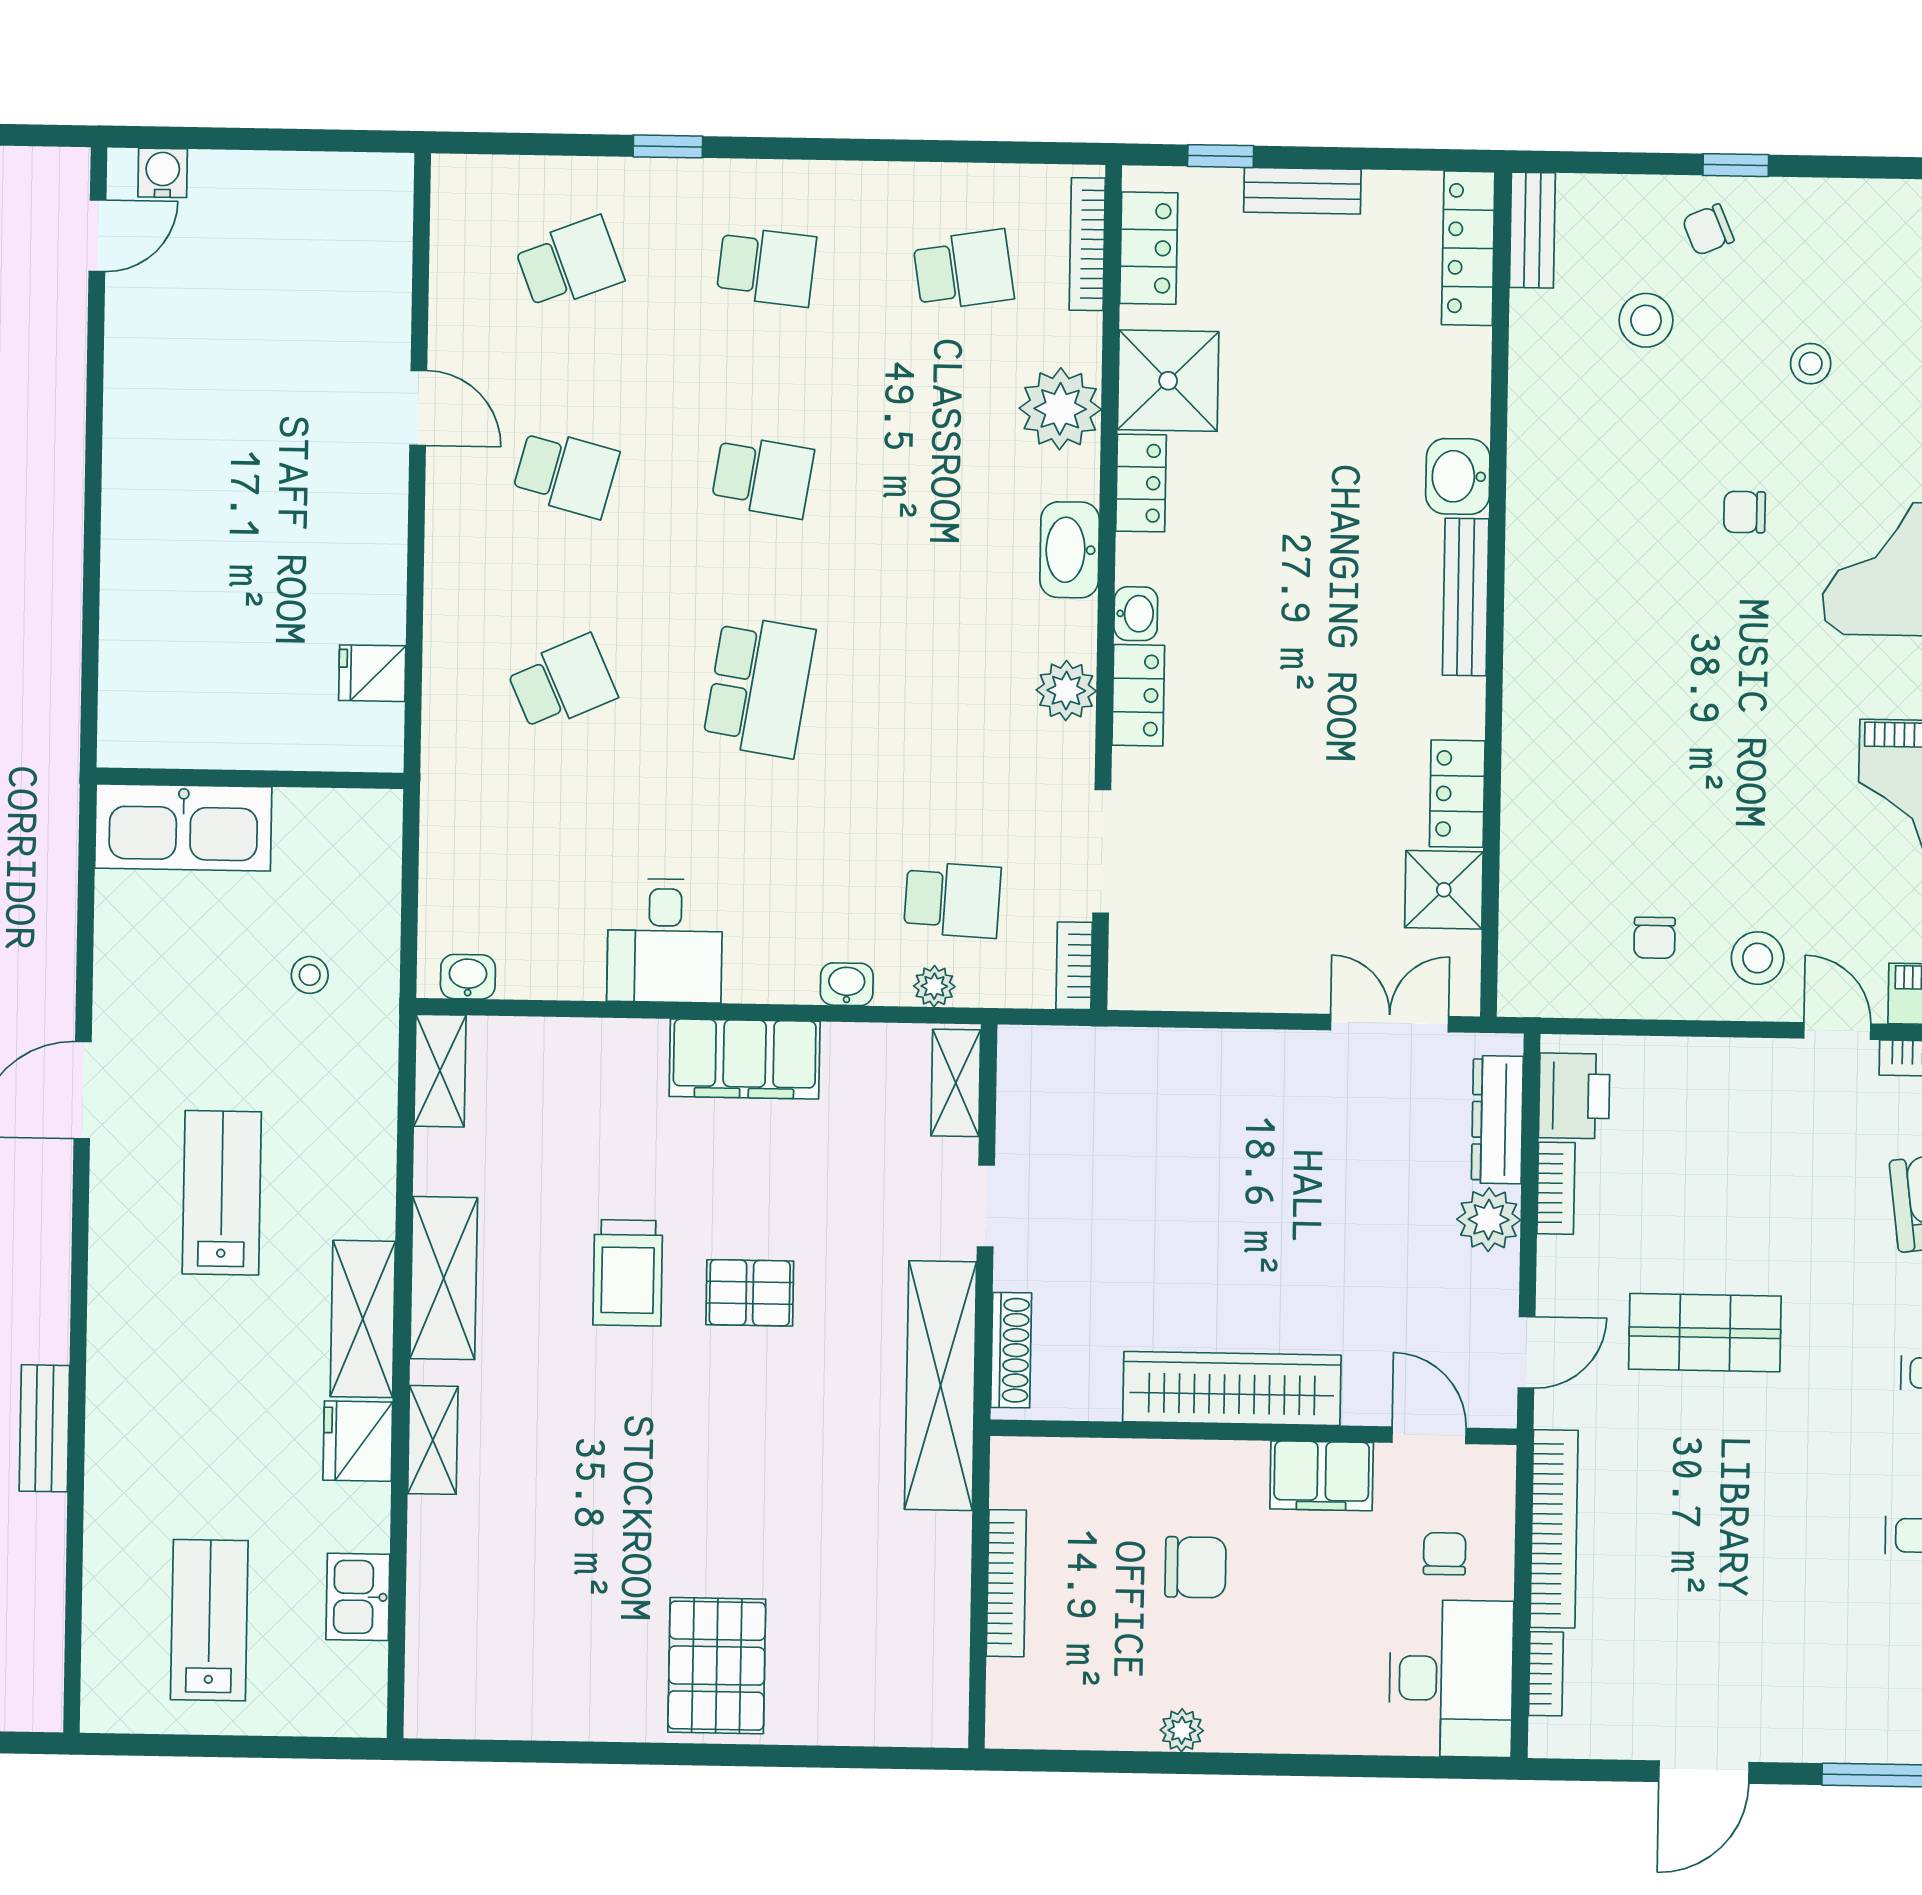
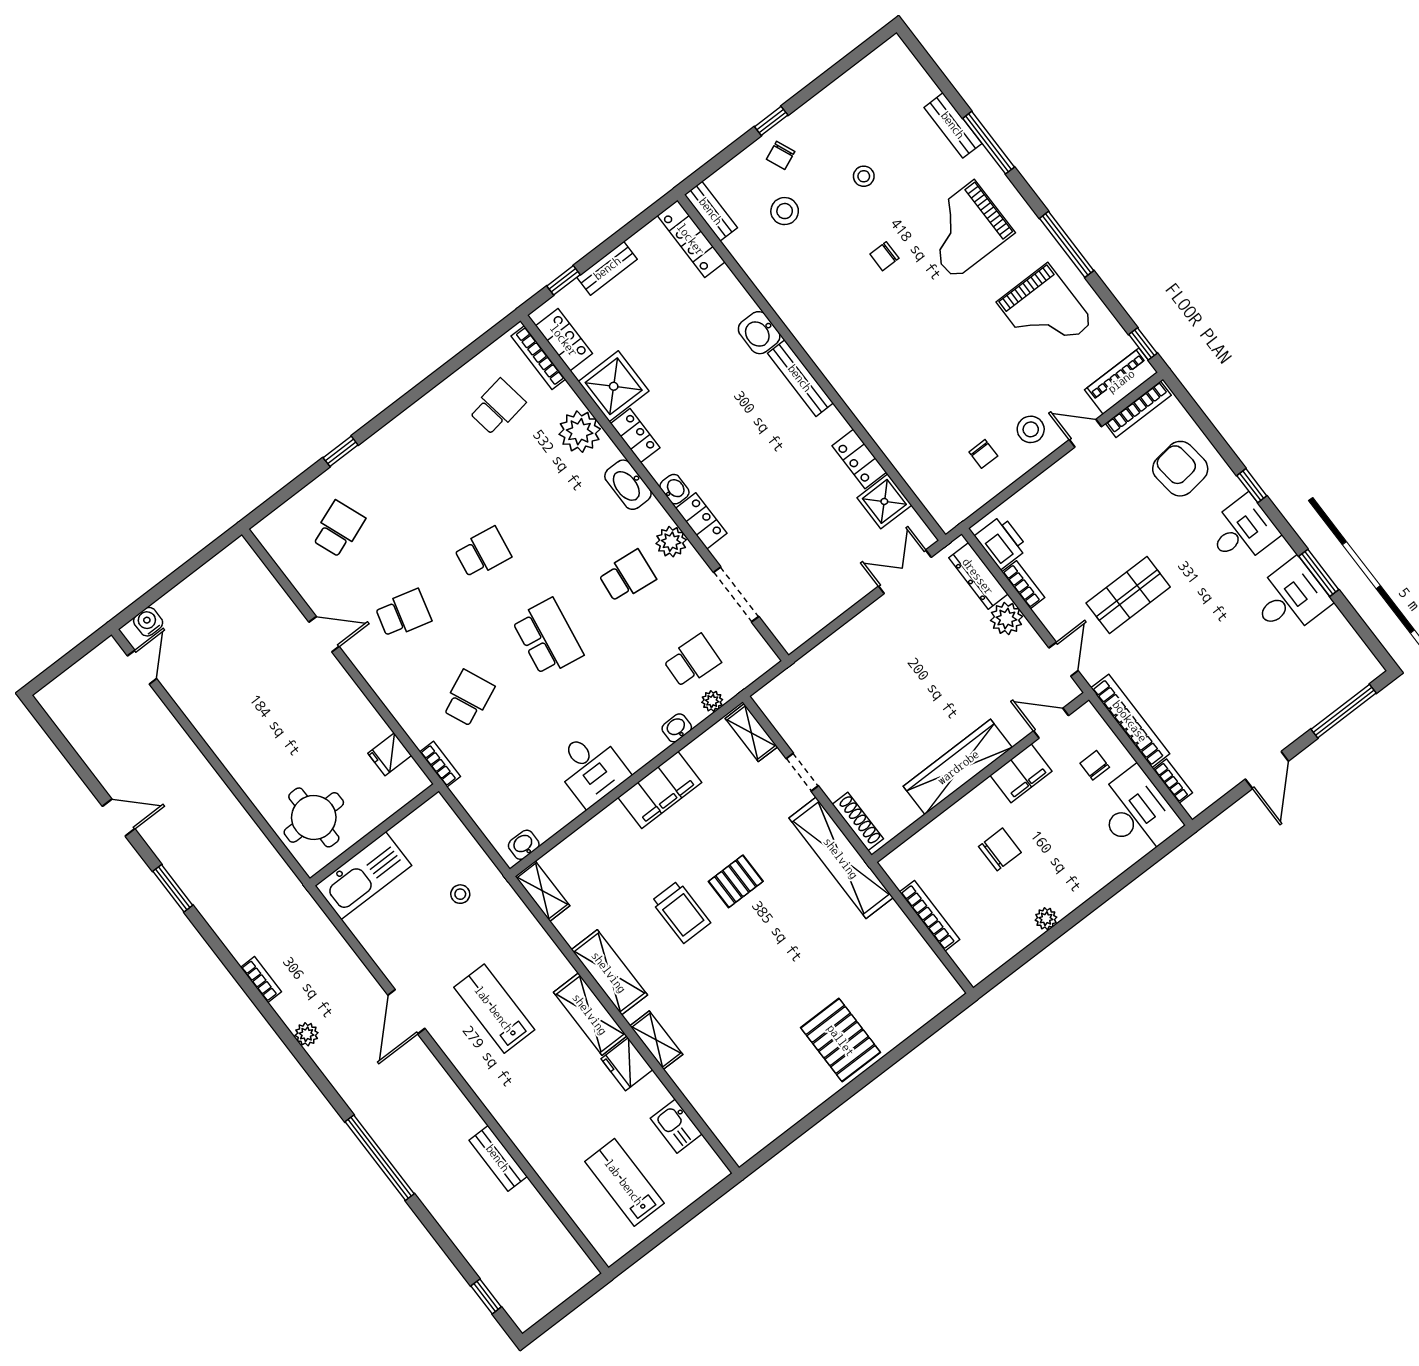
school desk: (766, 267) -> (627, 576), moved
round table: (178, 677) -> (314, 817), added
bookcase: (1074, 966) -> (440, 764), moved, turned 180

